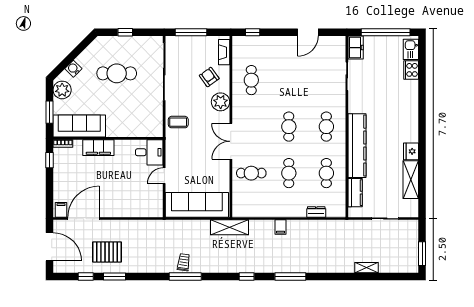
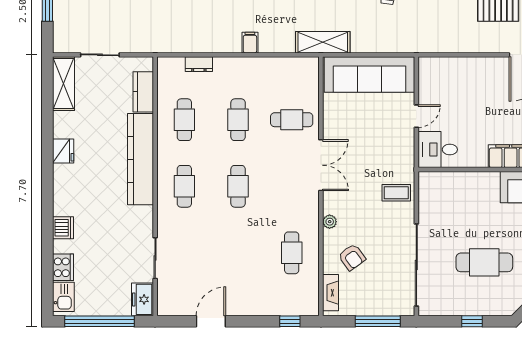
dishwasher: (411, 98) -> (63, 228), added
plant: (221, 102) -> (330, 222), width x0.53, depth x0.53
shelving: (411, 180) -> (64, 84), moved

